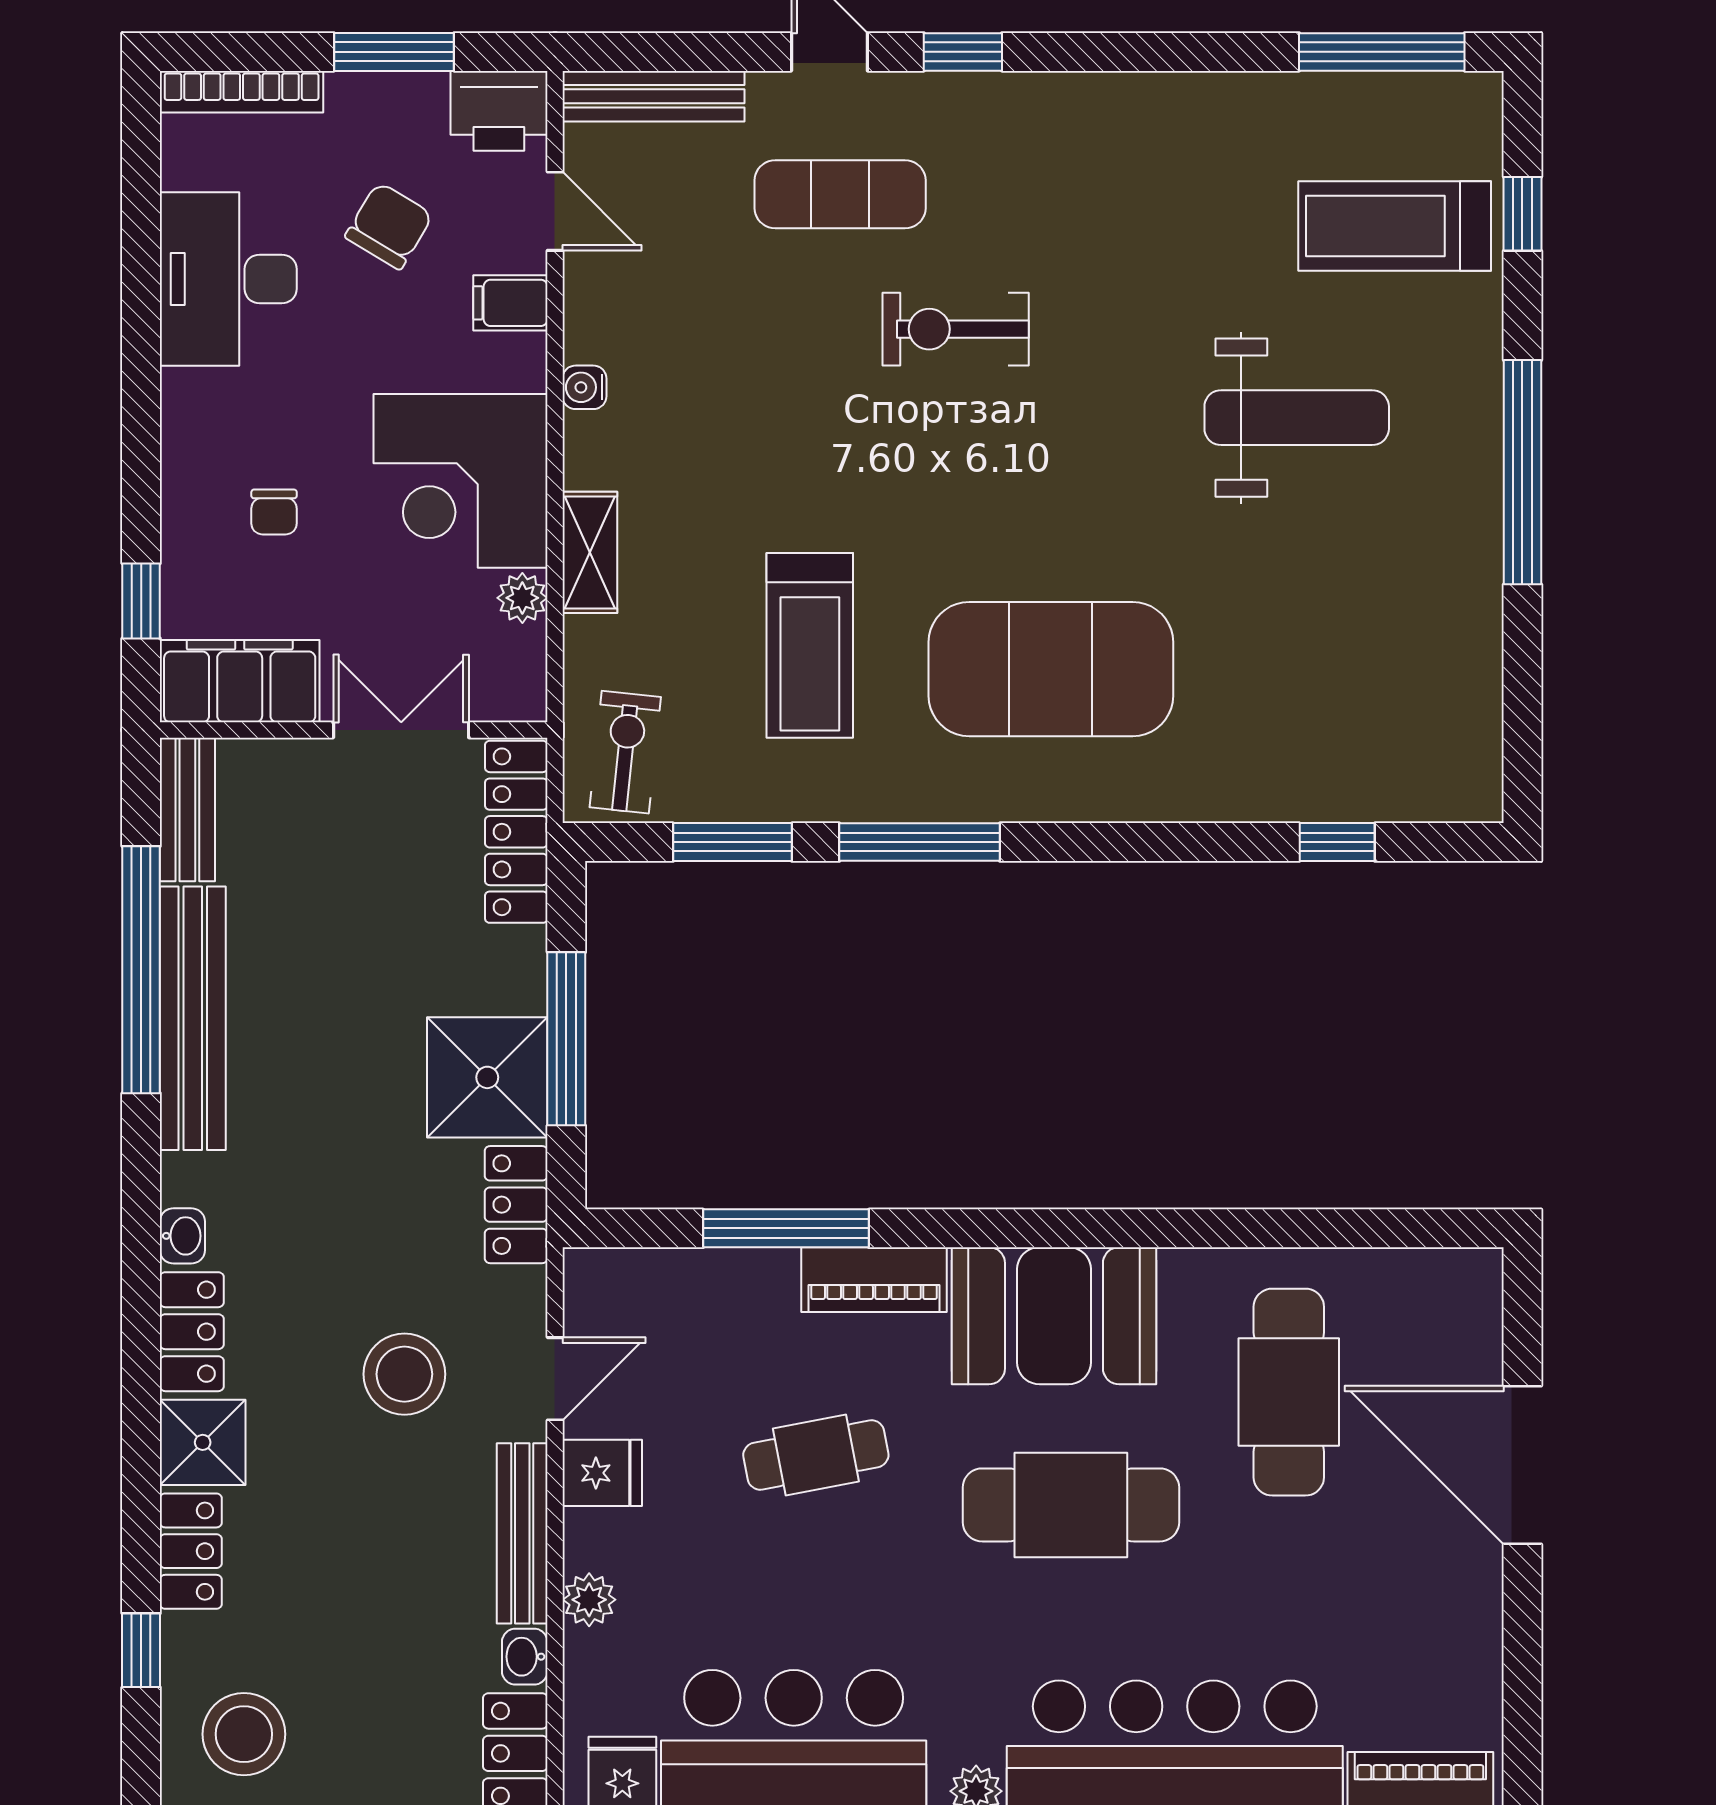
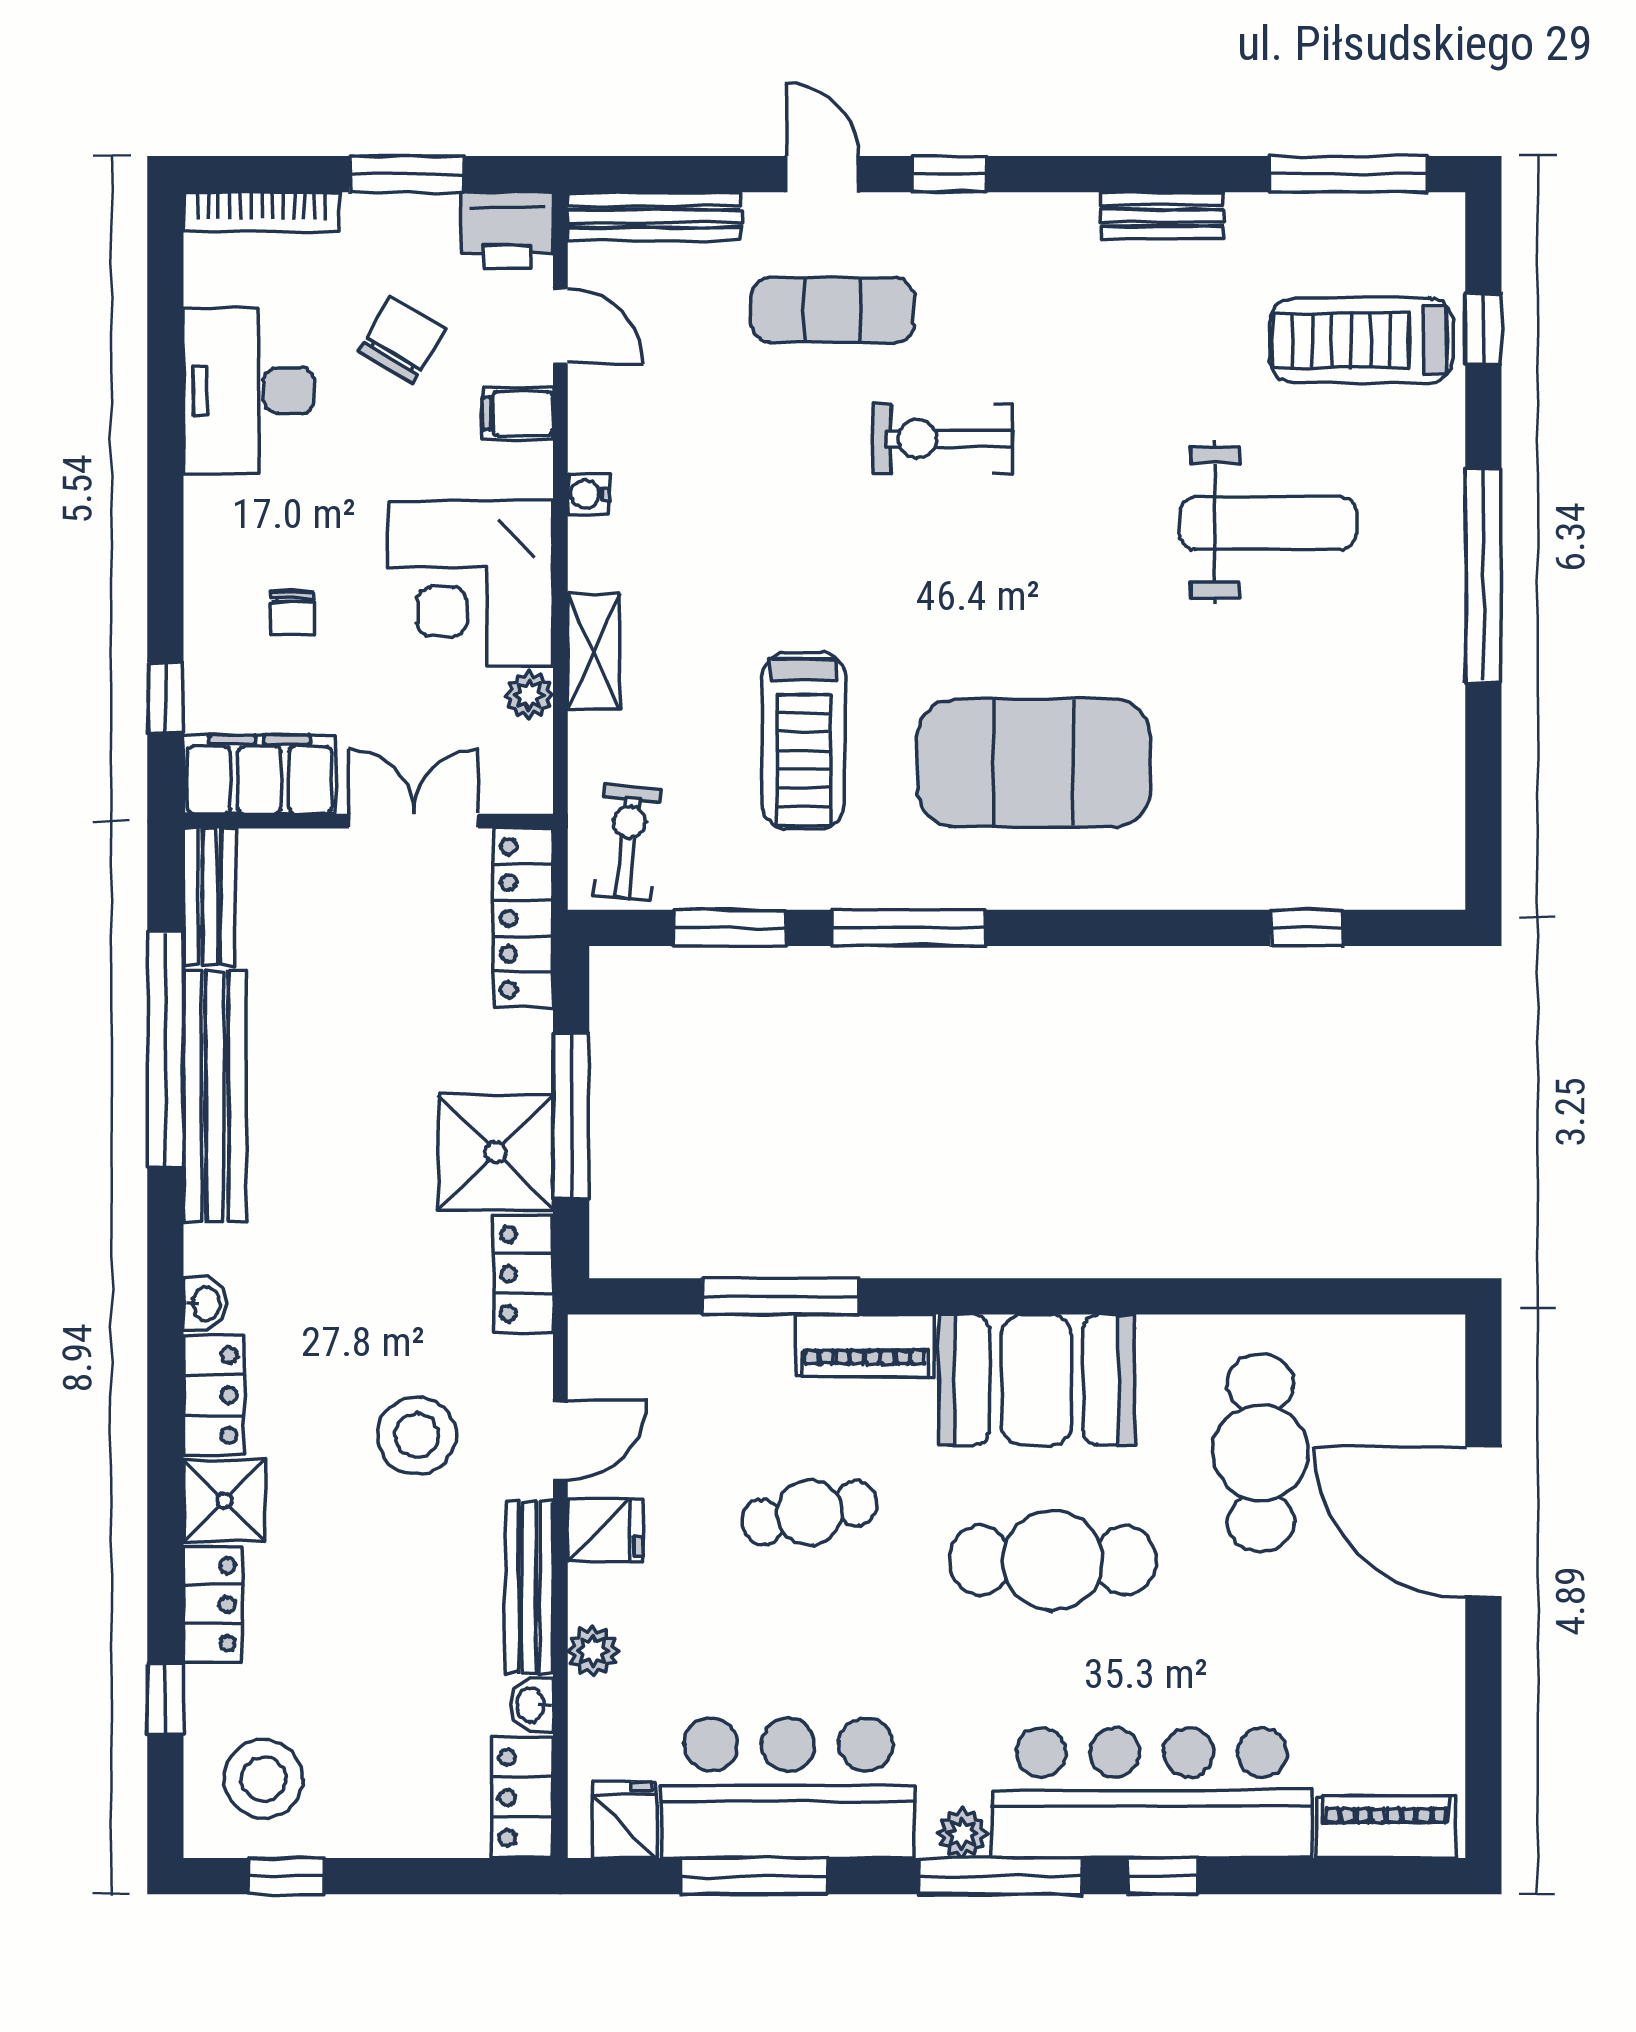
bench: (1186, 95) -> (1162, 216), added

